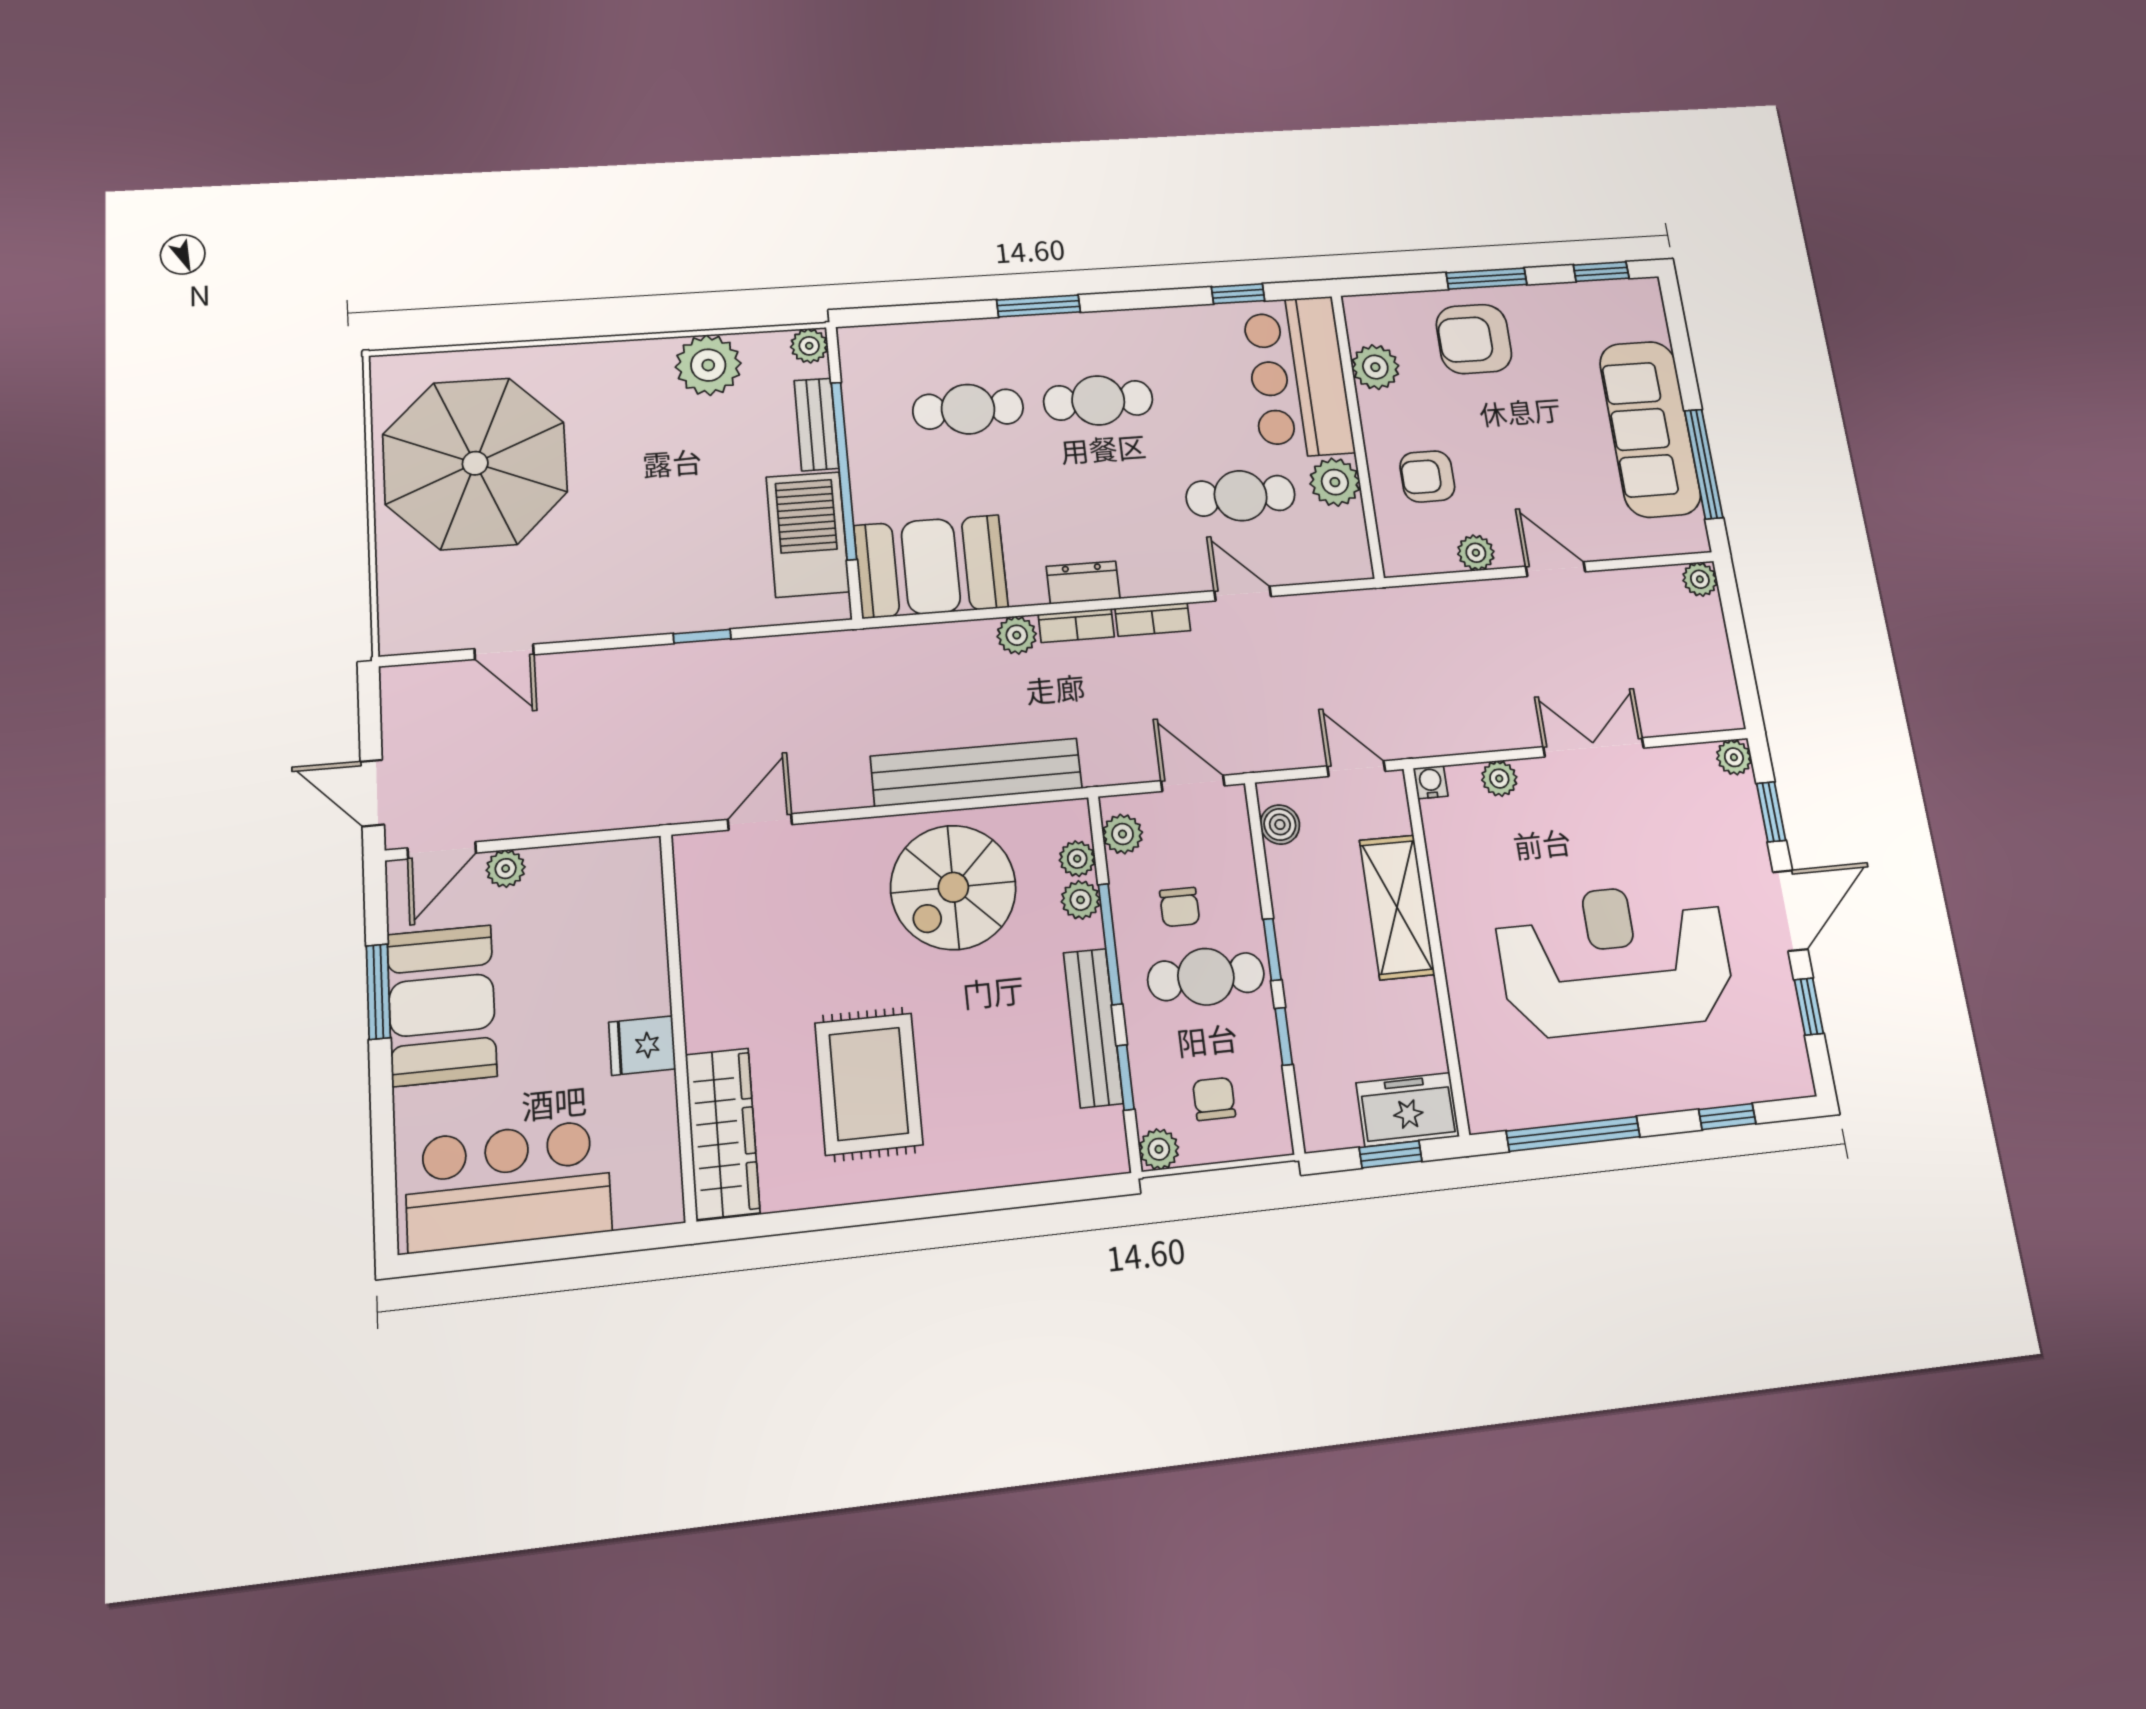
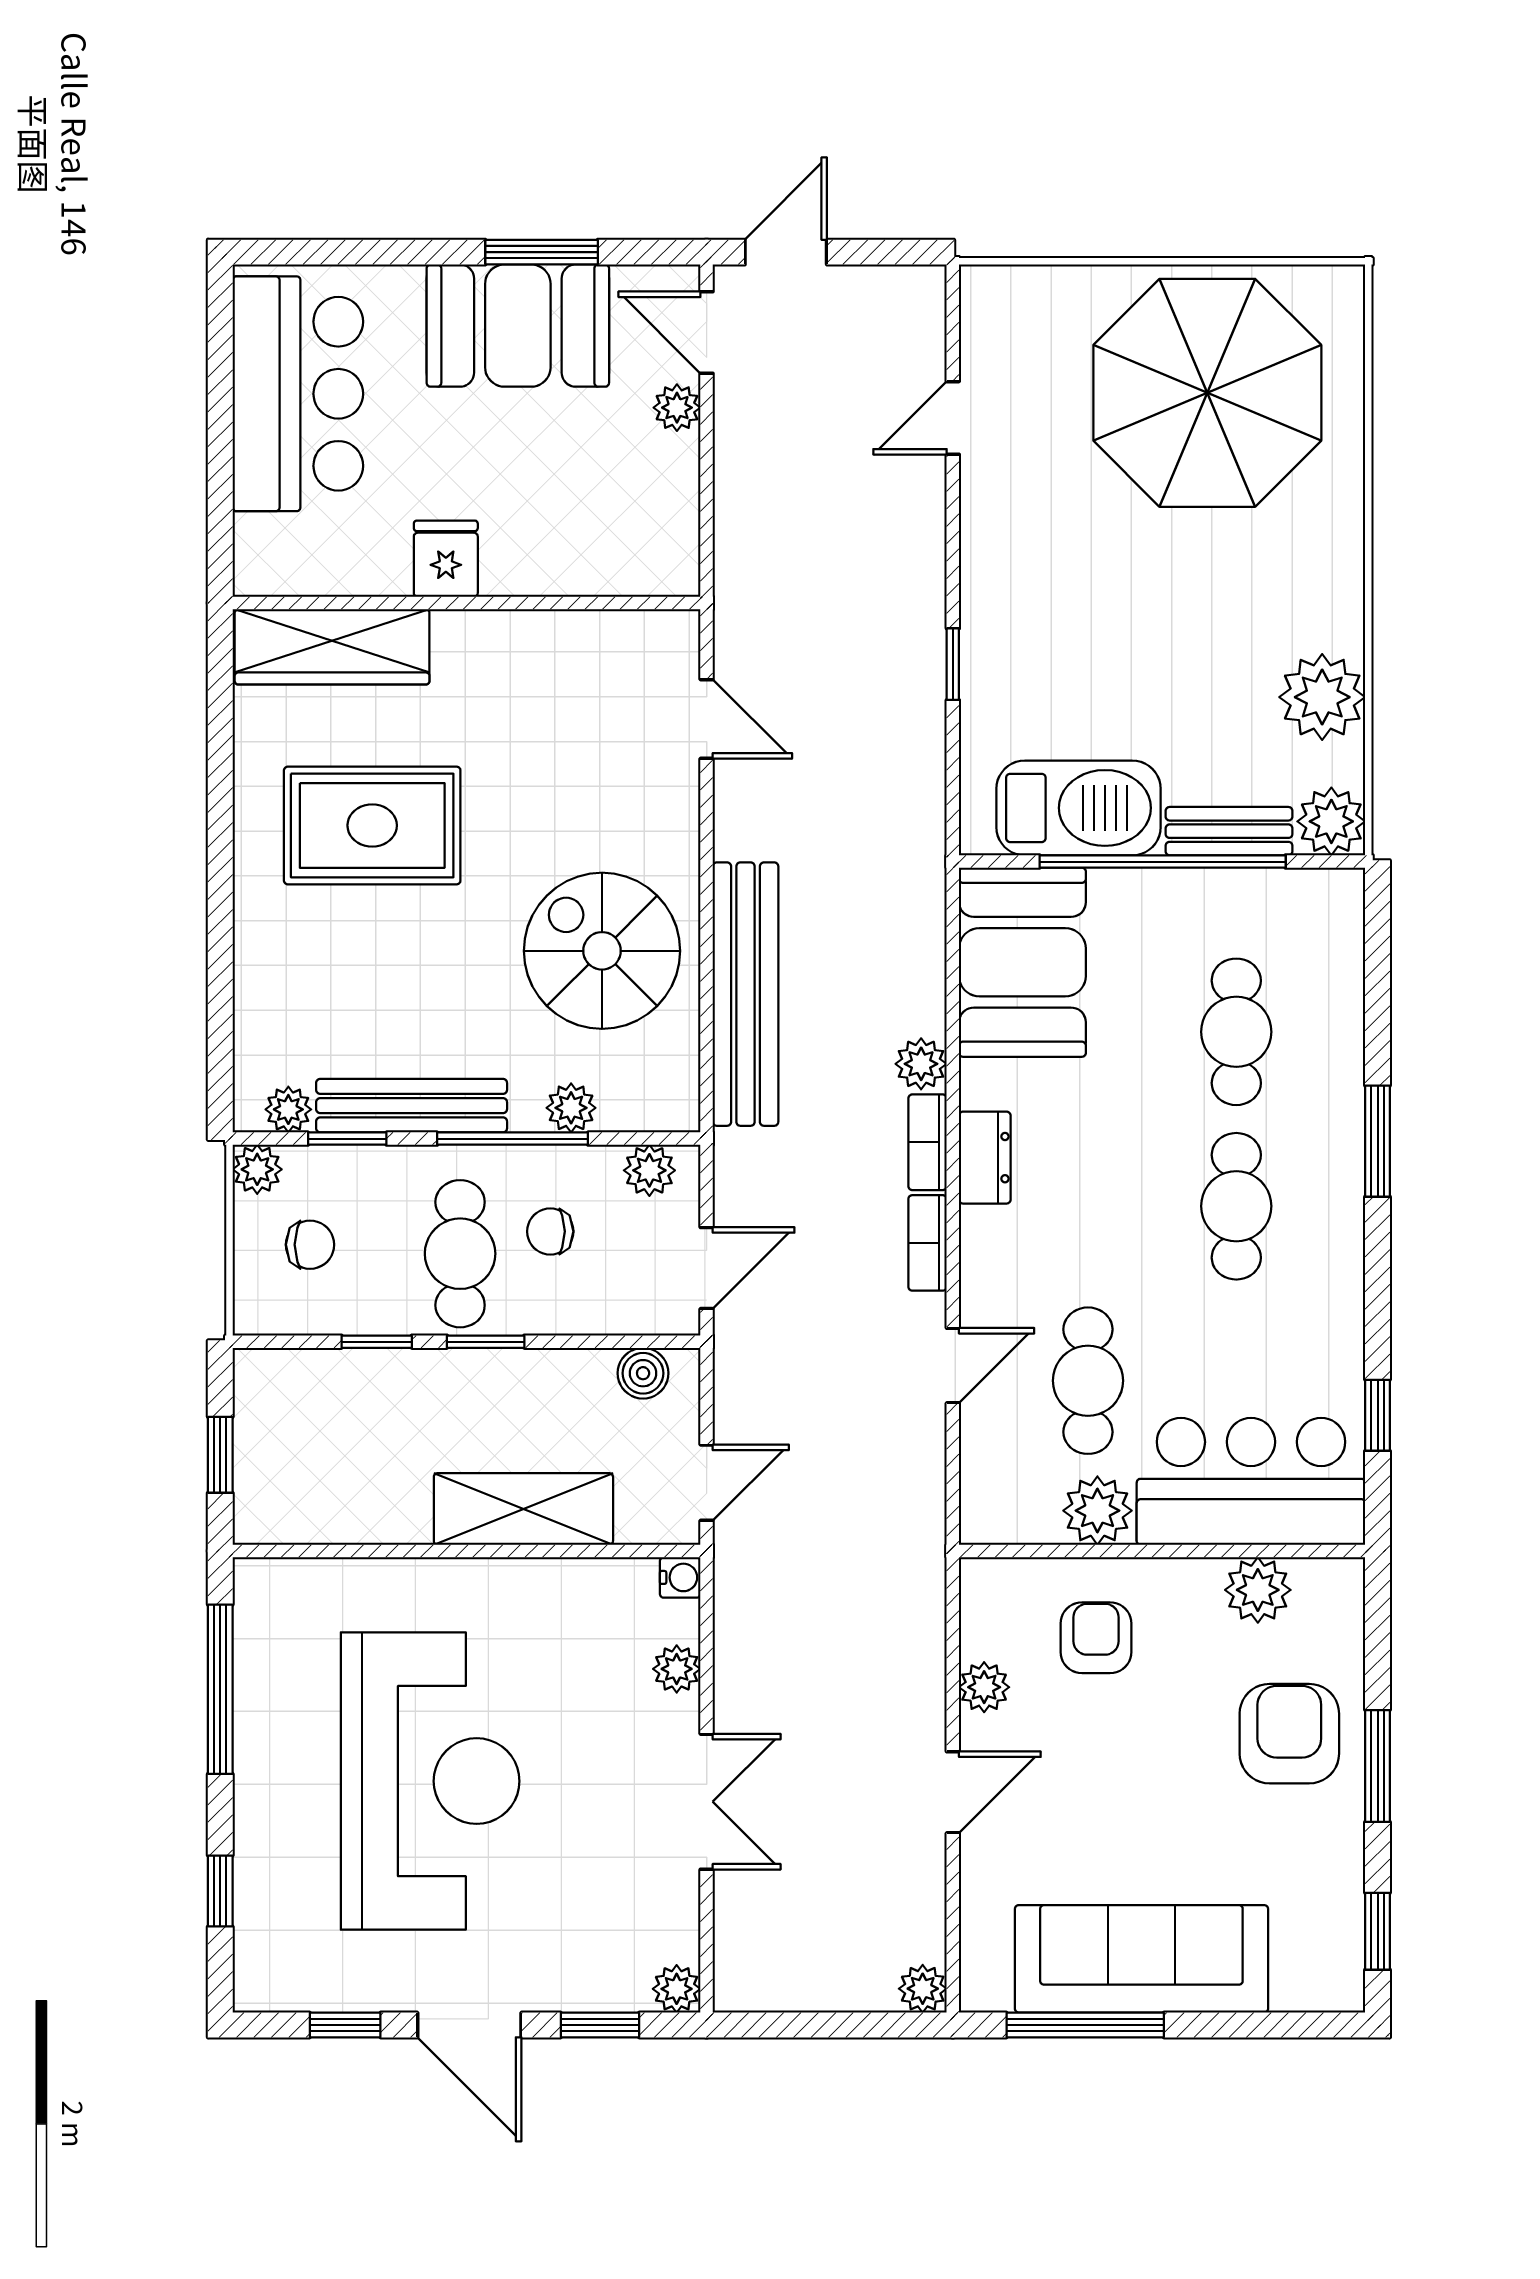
plant: (809, 346) -> (1331, 821), width x1.38, depth x1.38
plant: (1077, 859) -> (288, 1109), moved
freezer: (1408, 1110) -> (272, 1484), removed

